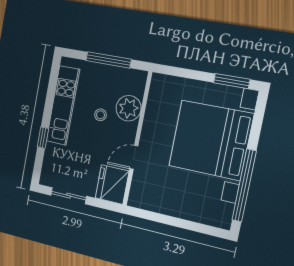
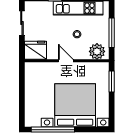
window: (232, 81) -> (112, 82), moved
plant: (129, 108) -> (97, 51), moved
door: (134, 157) -> (66, 61), moved

